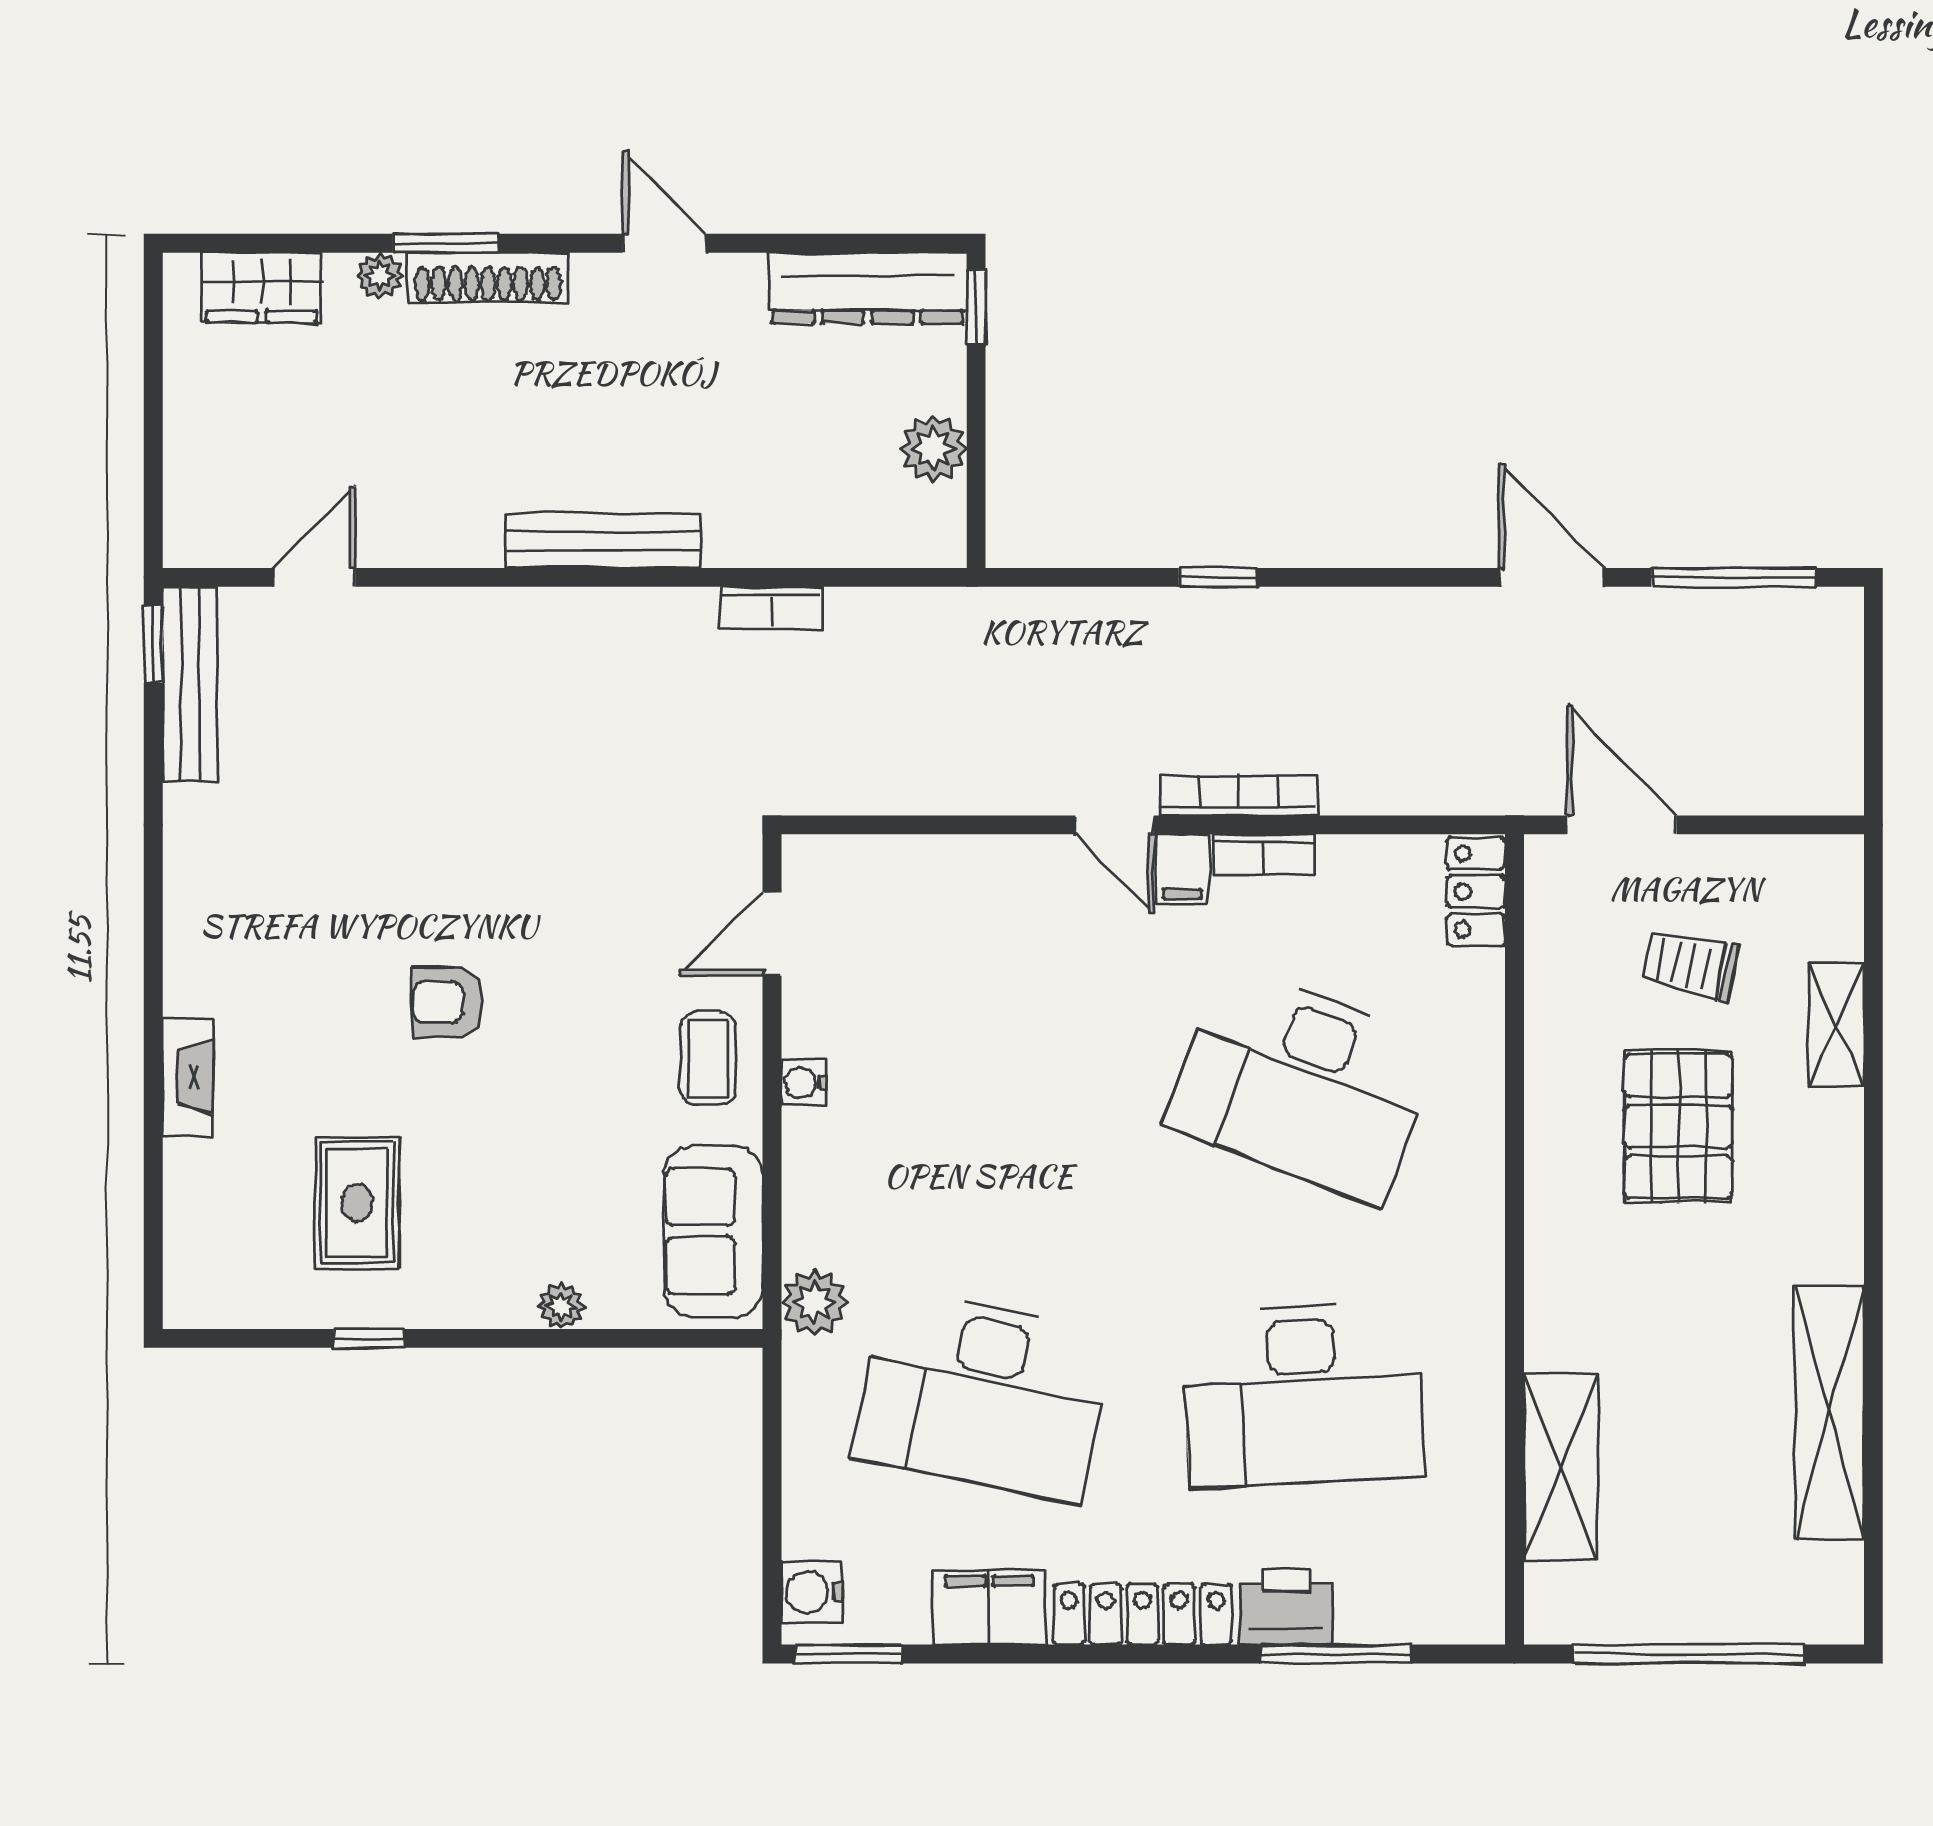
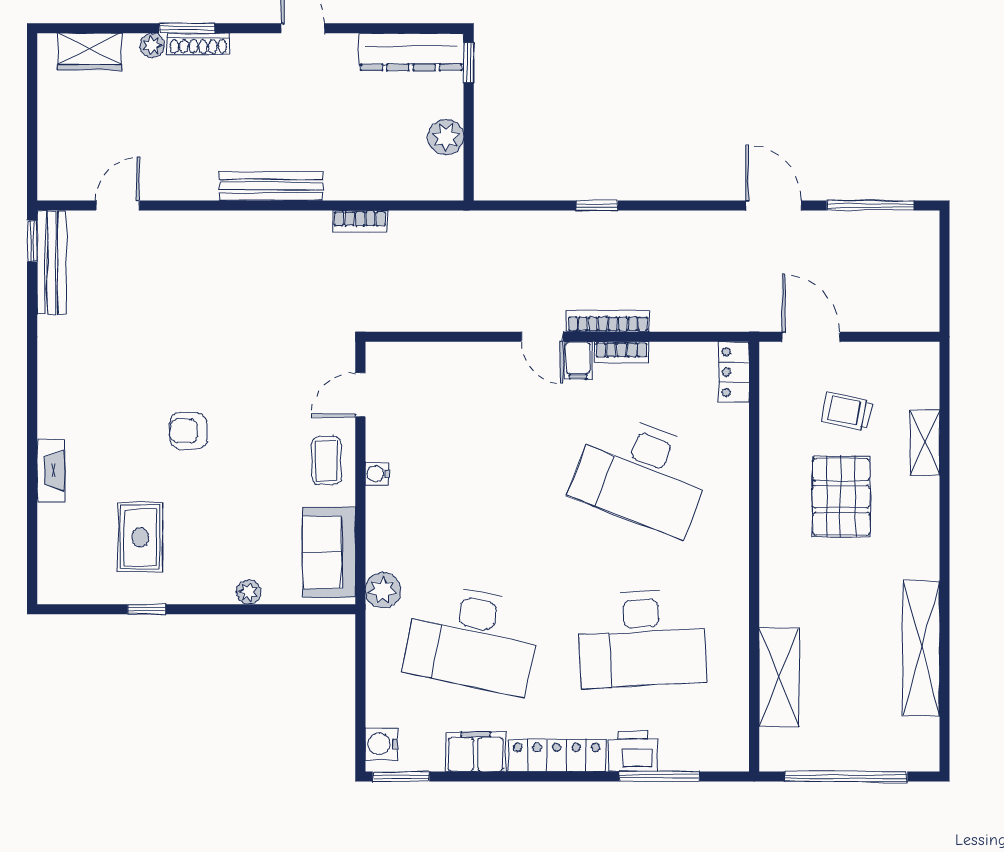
shoe rack: (488, 277) -> (198, 44), width x0.74, depth x0.81

